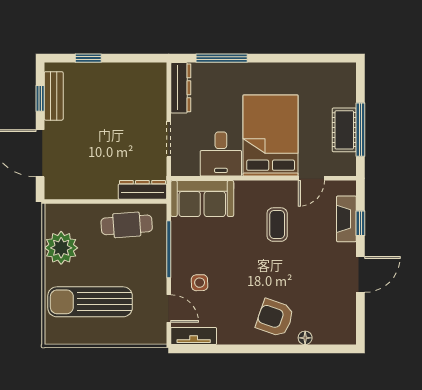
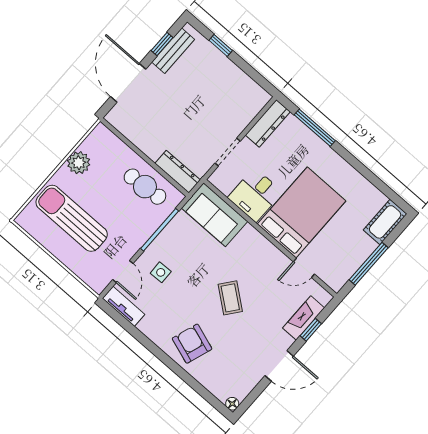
cot: (344, 130) -> (385, 222), moved
coffee table: (277, 225) -> (230, 298), moved, turned -52
plant: (61, 248) -> (79, 163), width x0.73, depth x0.73
floor lamp: (305, 338) -> (232, 404), moved

